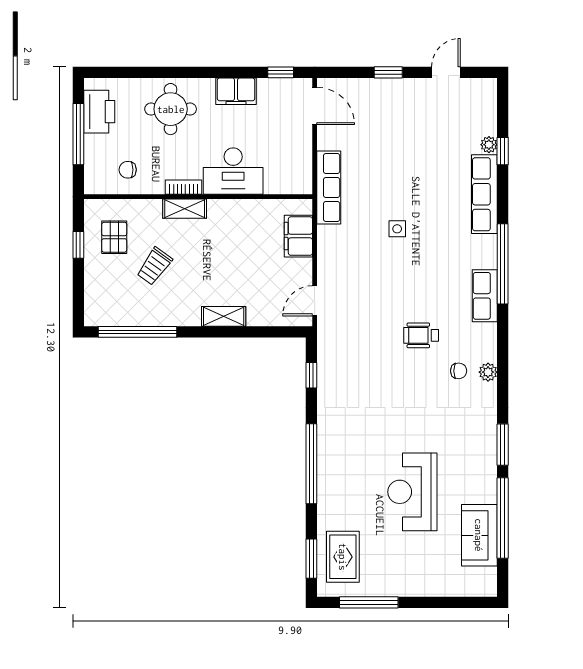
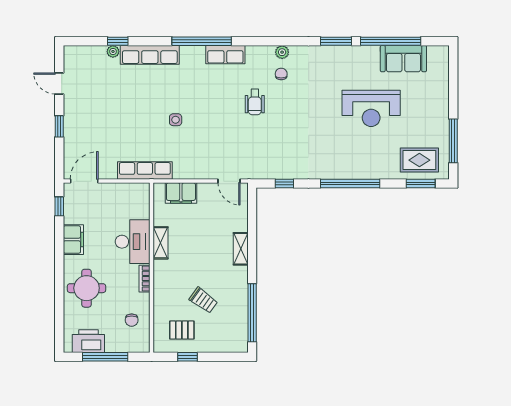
shelving: (185, 209) -> (161, 243), moved

